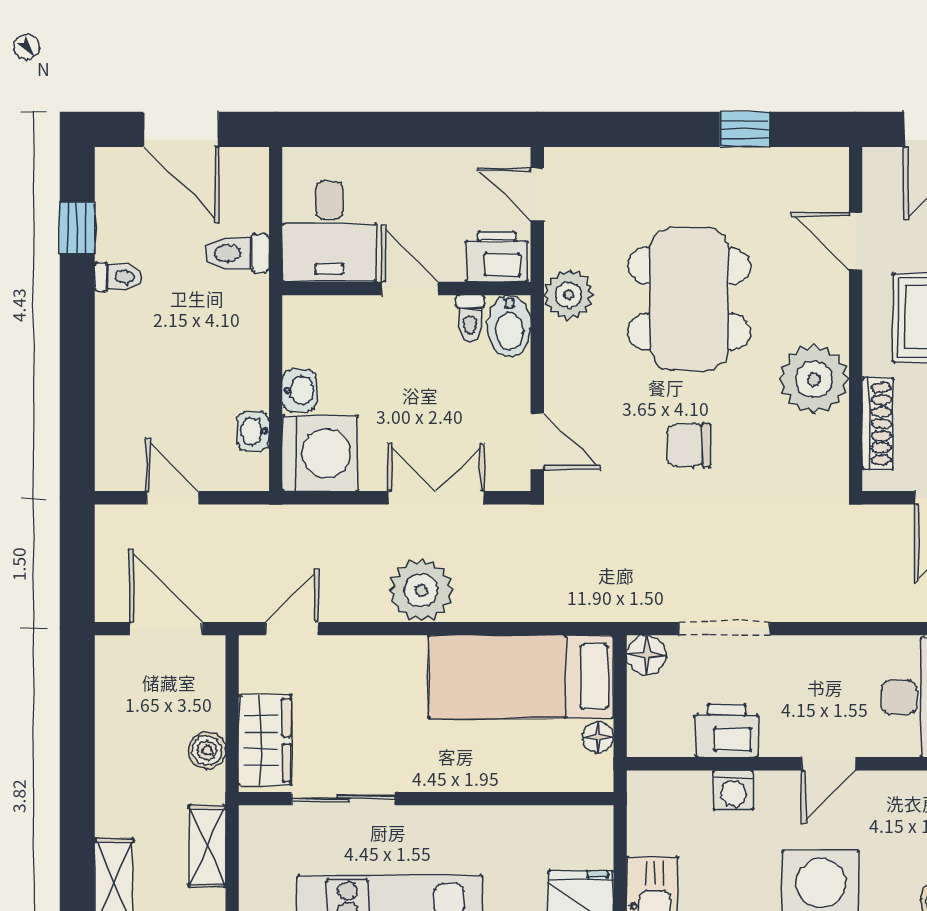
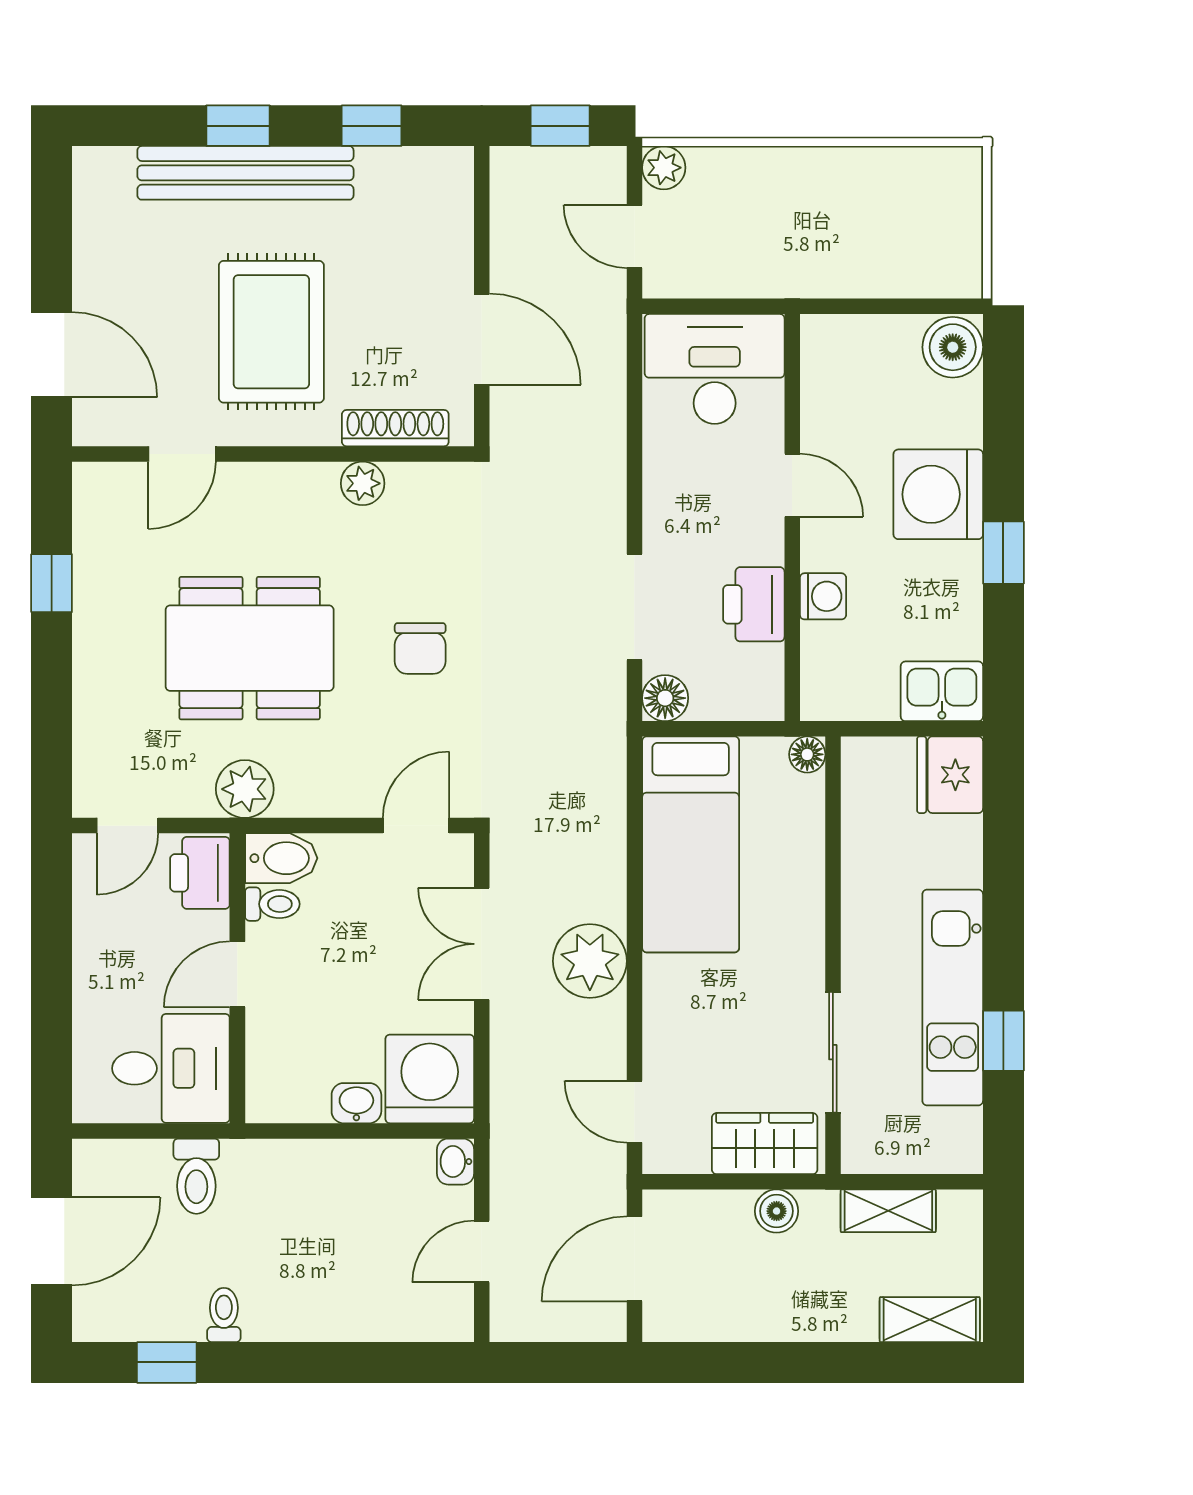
plant: (814, 379) -> (363, 483), width x0.53, depth x0.53
washbasin: (253, 431) -> (455, 1162), moved, turned 90
floor lamp: (598, 737) -> (807, 754), moved

